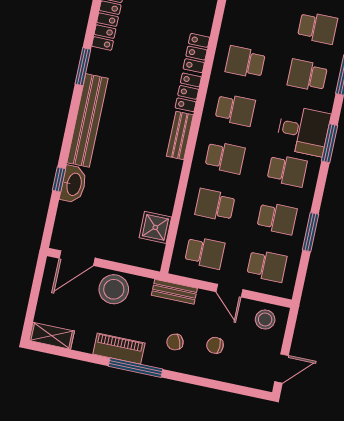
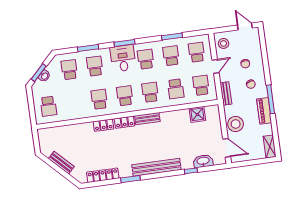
school desk: (245, 62) -> (99, 99), turned 180
school desk: (307, 75) -> (95, 66), turned 180
washbasin: (73, 184) -> (203, 161), moved

